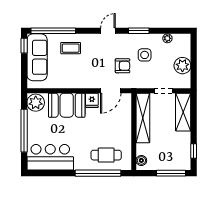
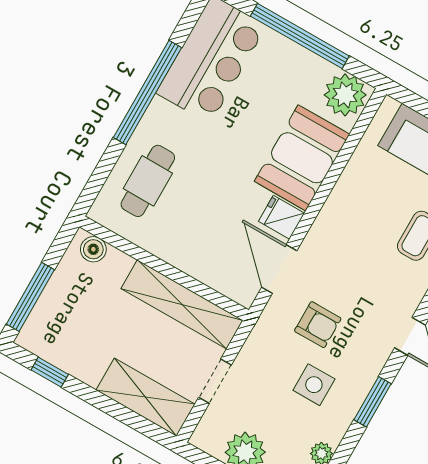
armchair: (123, 66) -> (318, 325), turned -90
window: (98, 173) -> (147, 93), moved

